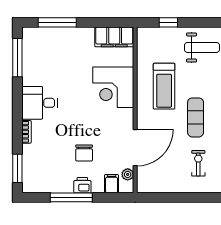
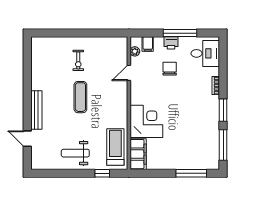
filing cabinet: (114, 37) -> (138, 154), moved, turned 90
treadmill: (164, 86) -> (115, 147), moved
desk: (40, 103) -> (205, 53), moved
door: (135, 148) -> (129, 73), width x0.53
window: (17, 168) -> (223, 110), moved

